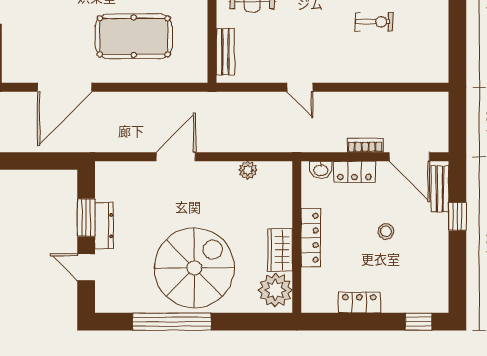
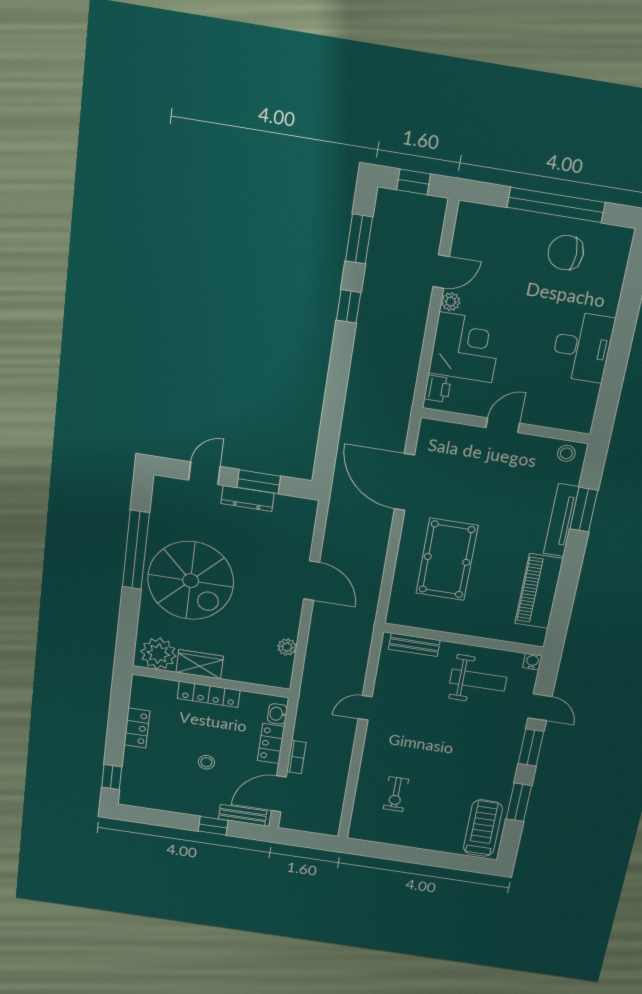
exercise bike: (374, 22) -> (396, 794), moved

